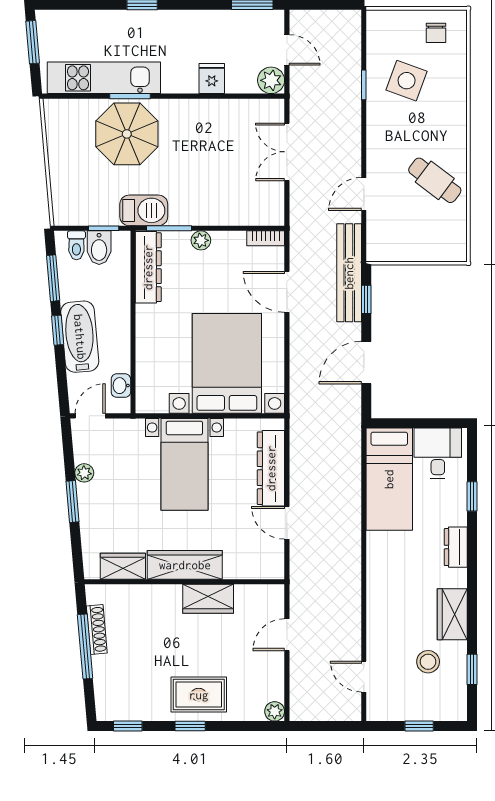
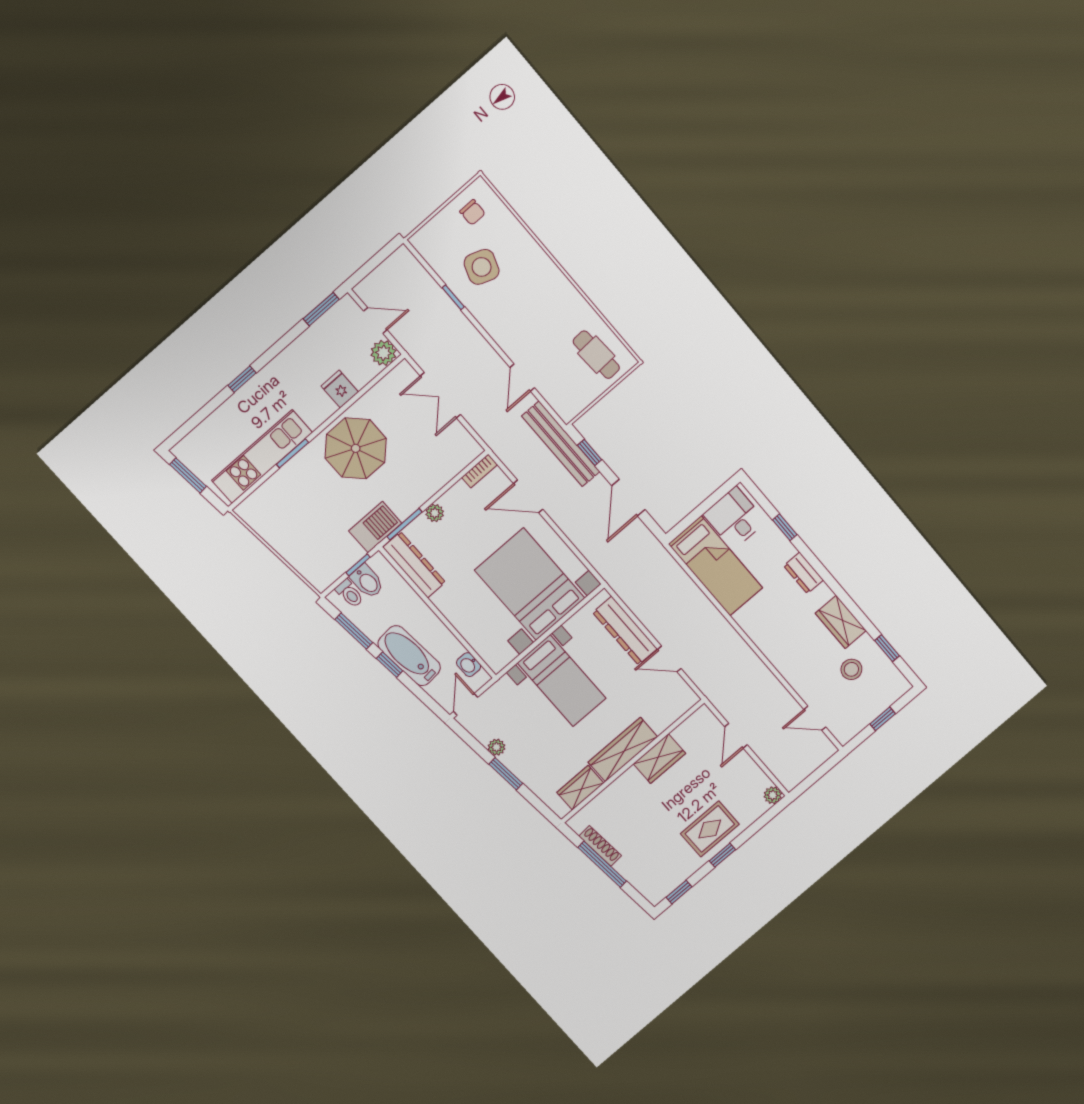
parasol: (127, 134) -> (356, 448), moved
cafe table: (435, 180) -> (596, 355), moved, turned 50

